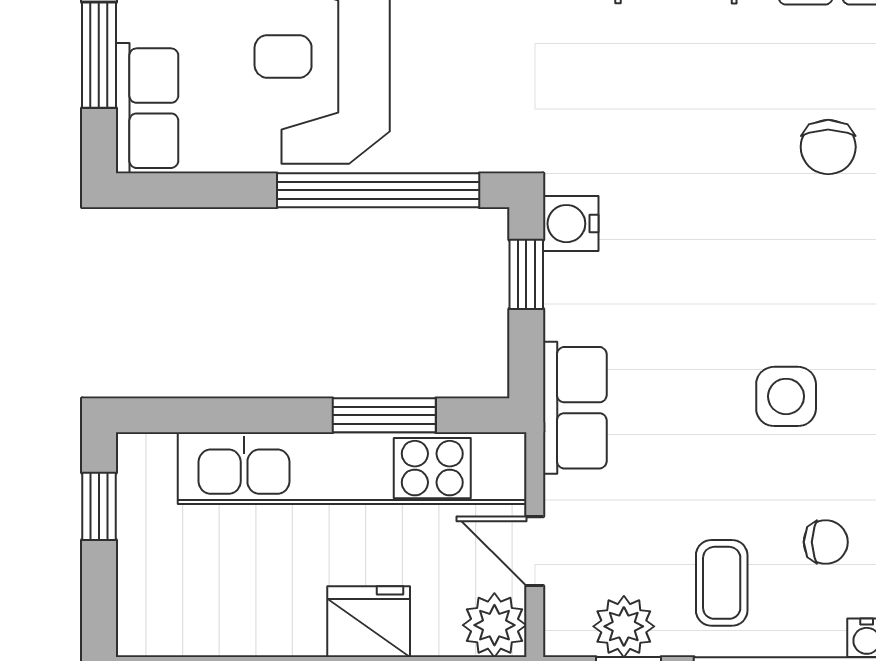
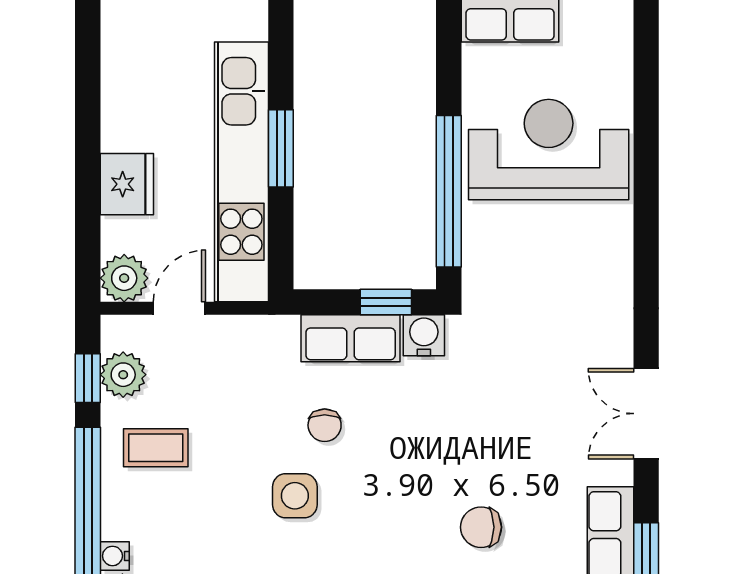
row of seats: (575, 408) -> (351, 338), moved
window: (384, 415) -> (281, 148), moved
chair: (826, 542) -> (325, 425), moved

